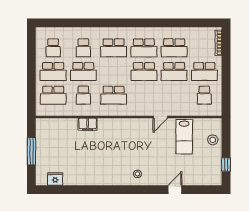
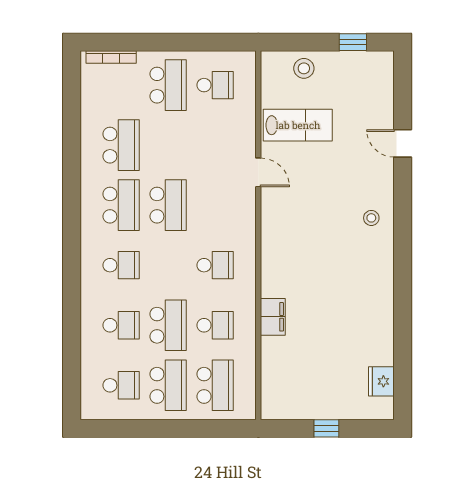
school desk: (114, 48) -> (121, 265), width x0.54
school desk: (174, 72) -> (168, 145), removed
school desk: (114, 95) -> (215, 265), width x0.54
window: (31, 151) -> (326, 428), width x0.46

